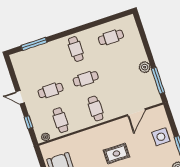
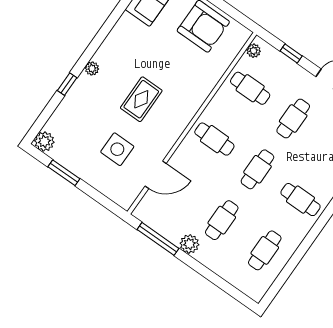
cafe table: (121, 67) -> (222, 220), added
door: (136, 112) -> (156, 175), swing flipped
side table: (161, 137) -> (117, 149), moved

